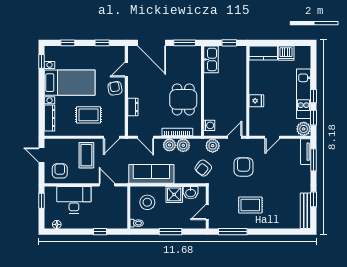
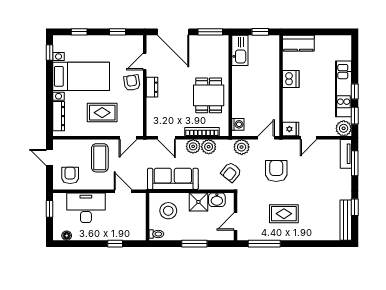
dishwasher: (286, 53) -> (291, 79), moved, turned -90
fridge: (256, 101) -> (291, 129), moved
dresser: (133, 107) -> (152, 87), moved

